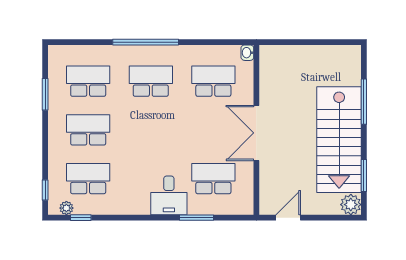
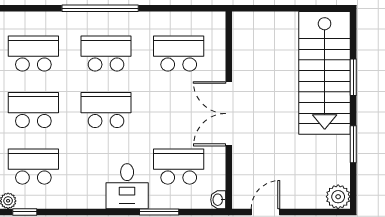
washbasin: (247, 53) -> (218, 200), moved
window: (364, 102) -> (353, 77), width x0.69
school desk: (151, 130) -> (106, 110), added
stairs: (339, 140) -> (325, 73), moved
window: (364, 175) -> (353, 144), moved

